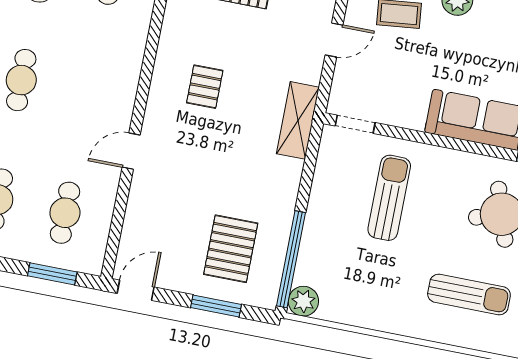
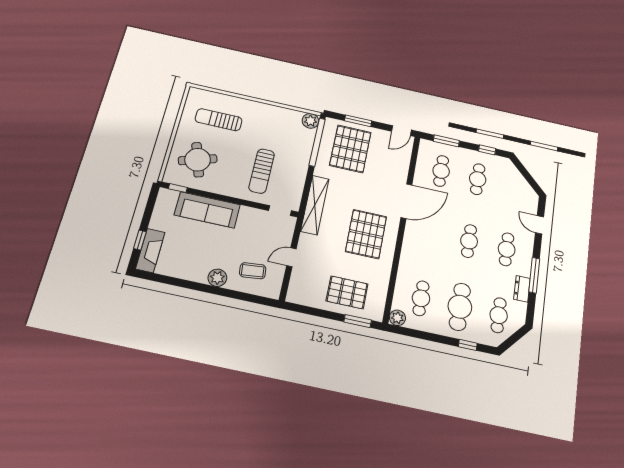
pallet: (205, 87) -> (366, 234), width x2.05, depth x2.00
shelving: (298, 120) -> (315, 205), width x1.47
door: (131, 151) -> (406, 201), width x1.87
pallet: (231, 249) -> (350, 149), width x1.37, depth x1.41

